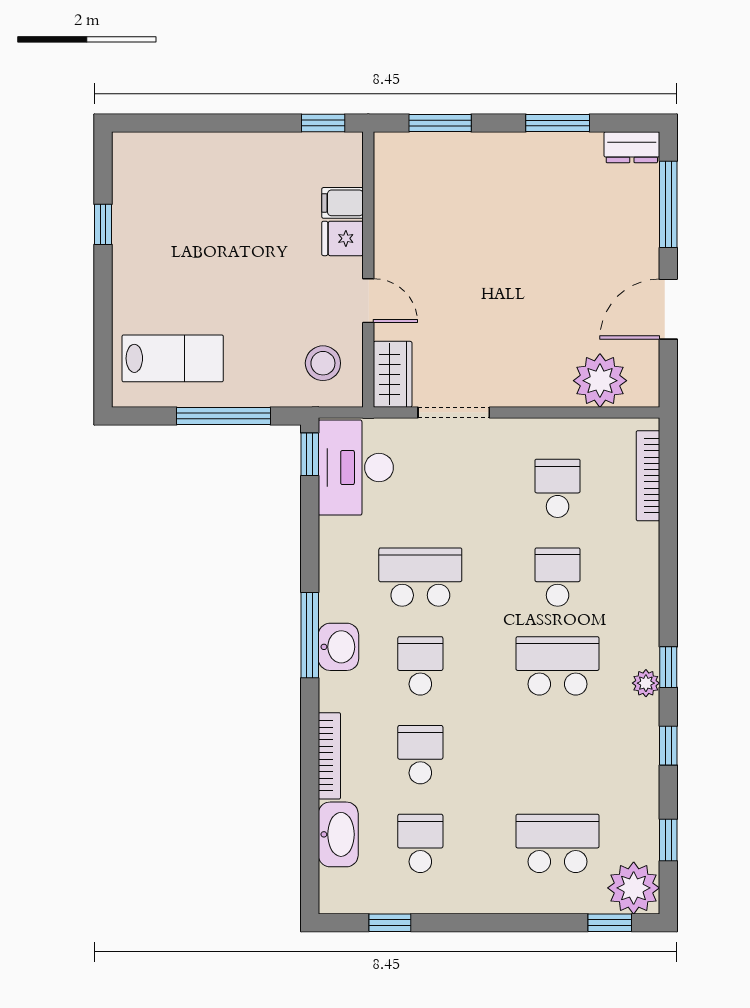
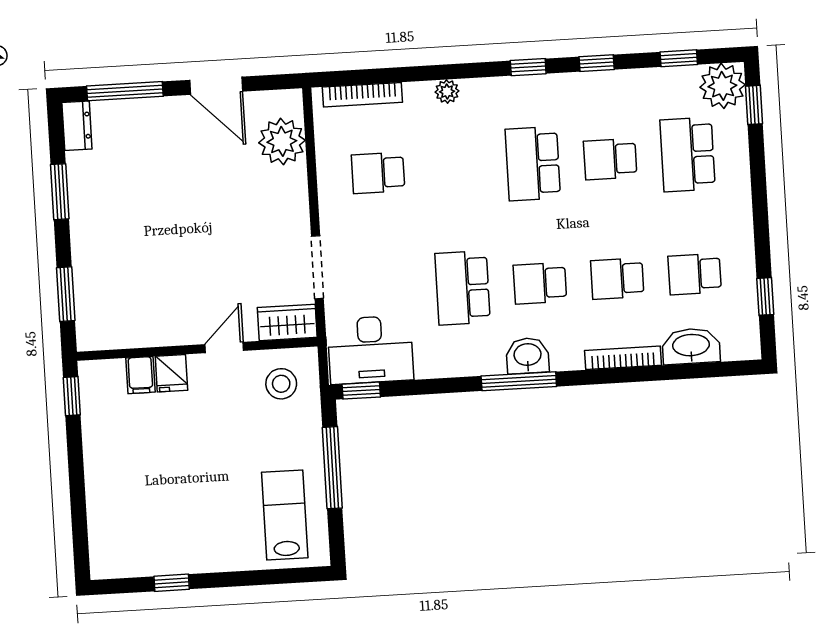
school desk: (558, 577) -> (610, 159), moved
plant: (646, 683) -> (447, 92), moved

